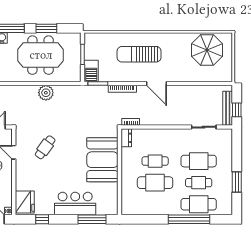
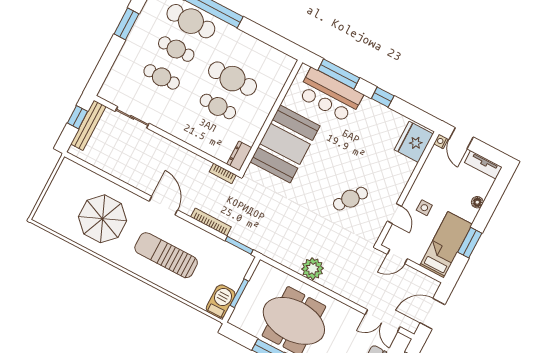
parasol: (207, 50) -> (102, 219), moved
sun lounger: (139, 54) -> (166, 255), turned 180
barbecue: (91, 71) -> (221, 301), moved
cafe table: (199, 161) -> (162, 77), width x0.73, depth x0.74
bar counter: (75, 204) -> (330, 95), moved
window: (42, 219) -> (383, 97), moved

